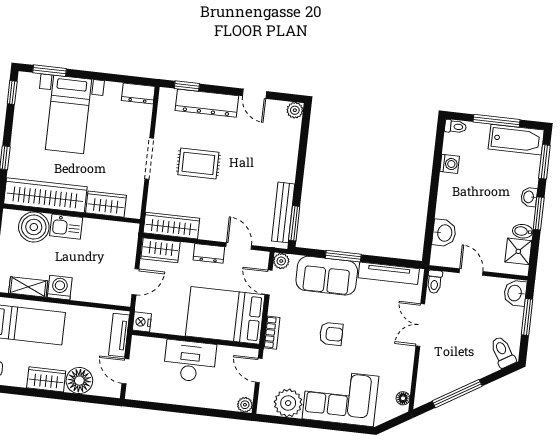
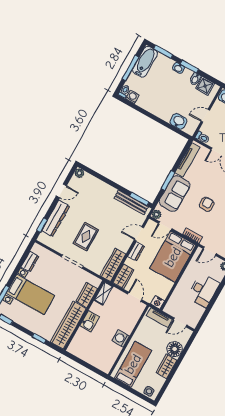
dresser: (138, 93) -> (30, 262), moved
washing machine: (450, 164) -> (132, 97), moved
boiler: (34, 227) -> (83, 339), removed
shelving: (28, 287) -> (104, 293), moved
desk: (190, 361) -> (203, 290), moved, turned 180

